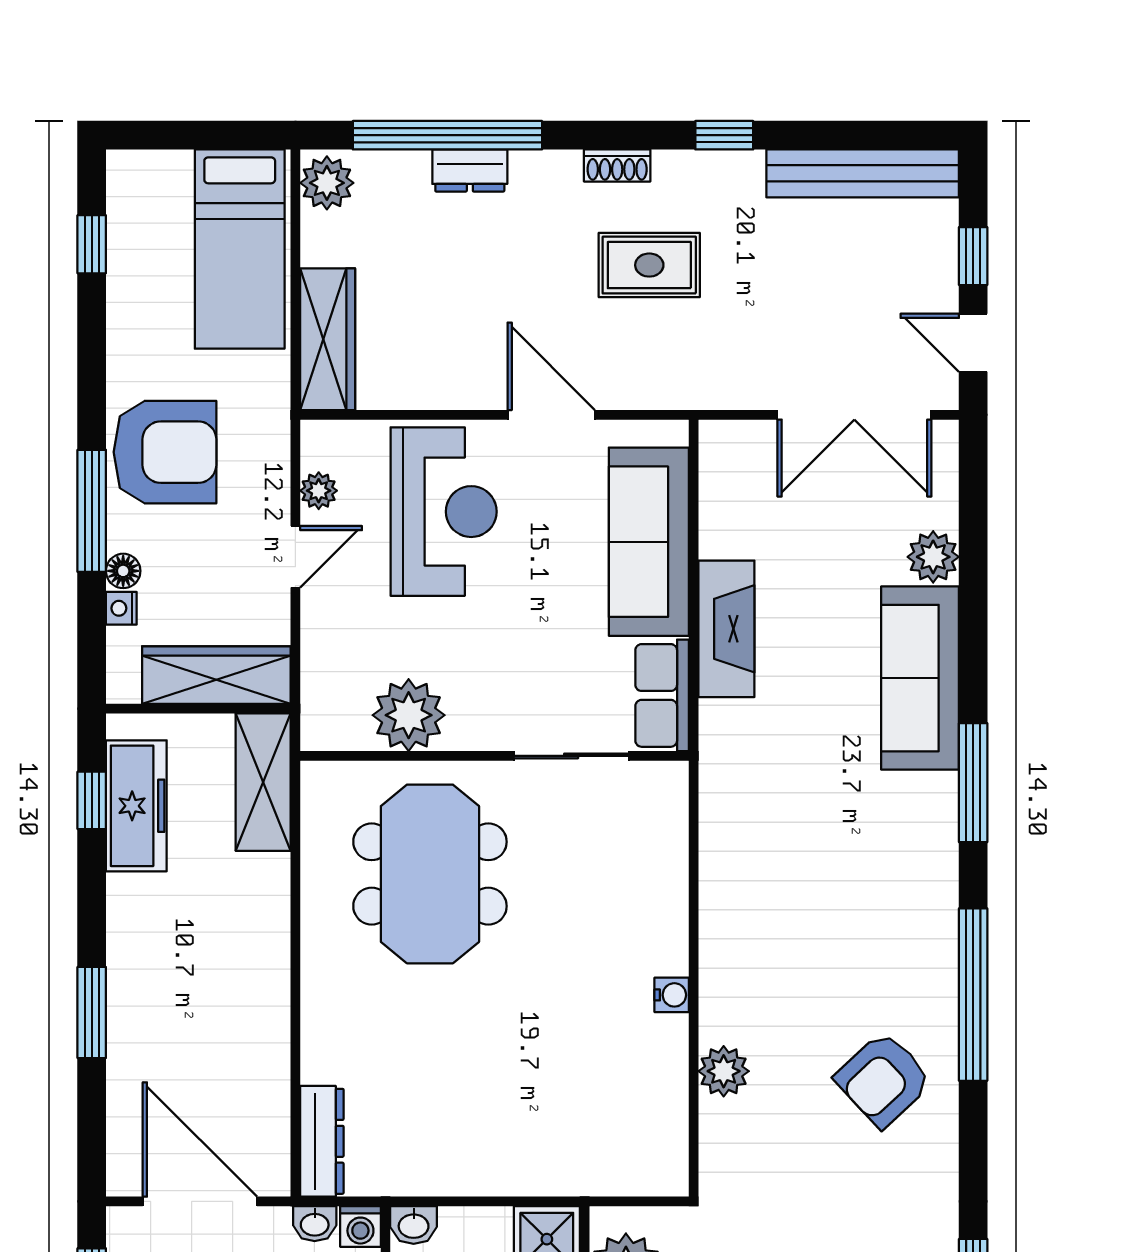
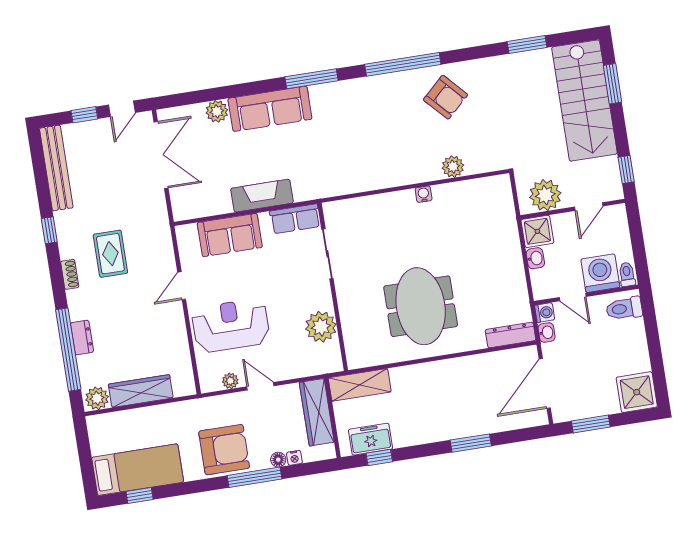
bed: (240, 249) -> (138, 470), moved
wardrobe: (328, 339) -> (141, 391), moved
door: (551, 415) -> (182, 286), width x0.73
armchair: (165, 452) -> (224, 450), turned 90
sofa: (649, 542) -> (230, 235), width x0.73
freezer: (136, 806) -> (370, 439), width x0.71
meeting table: (430, 874) -> (421, 306), moved, turned 90
washbasin: (414, 1225) -> (535, 258), moved

